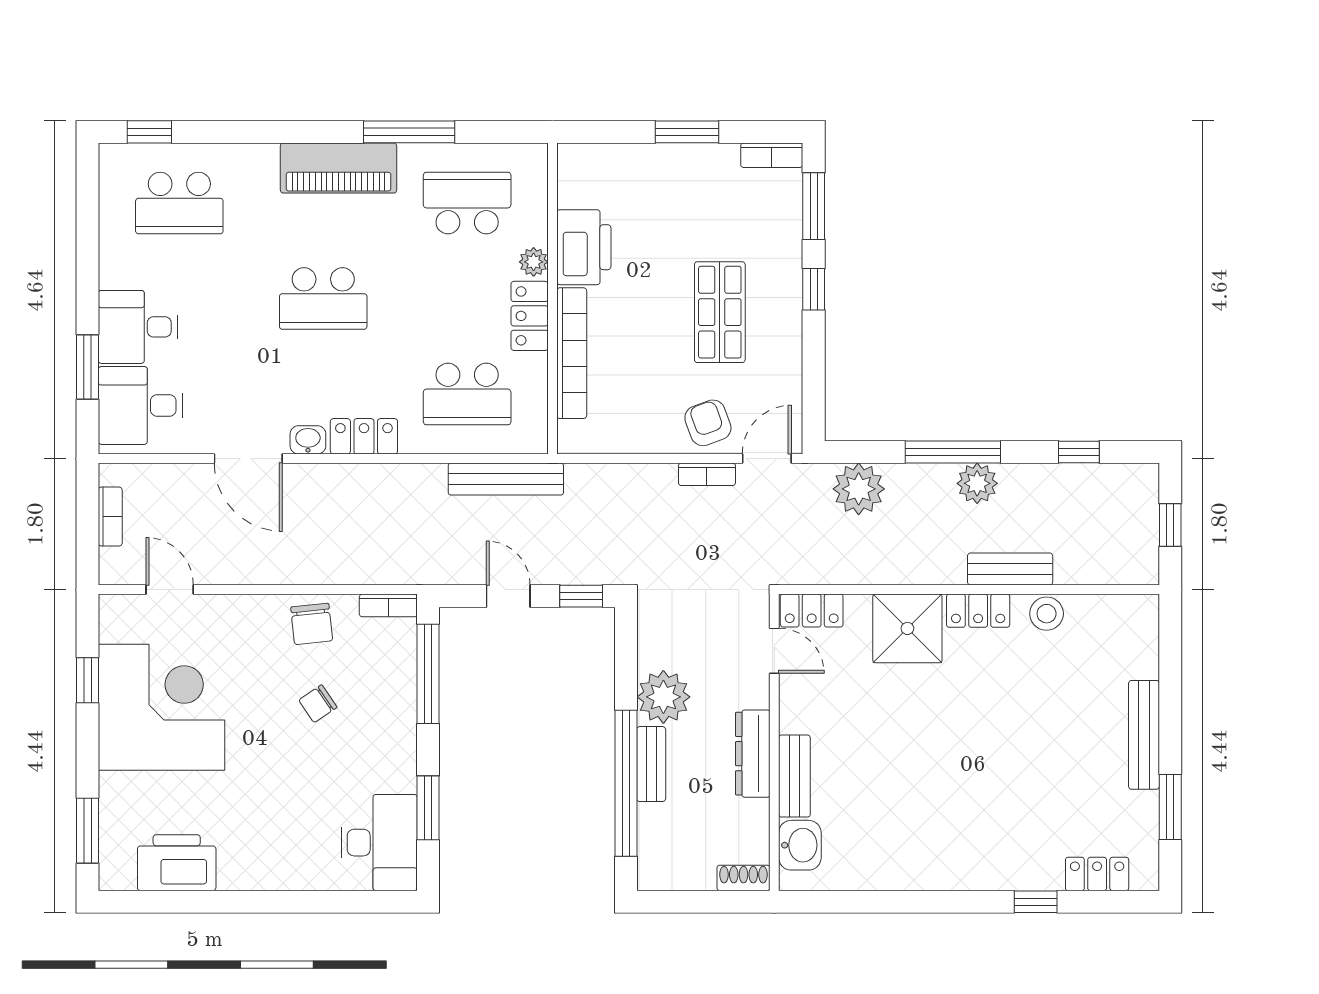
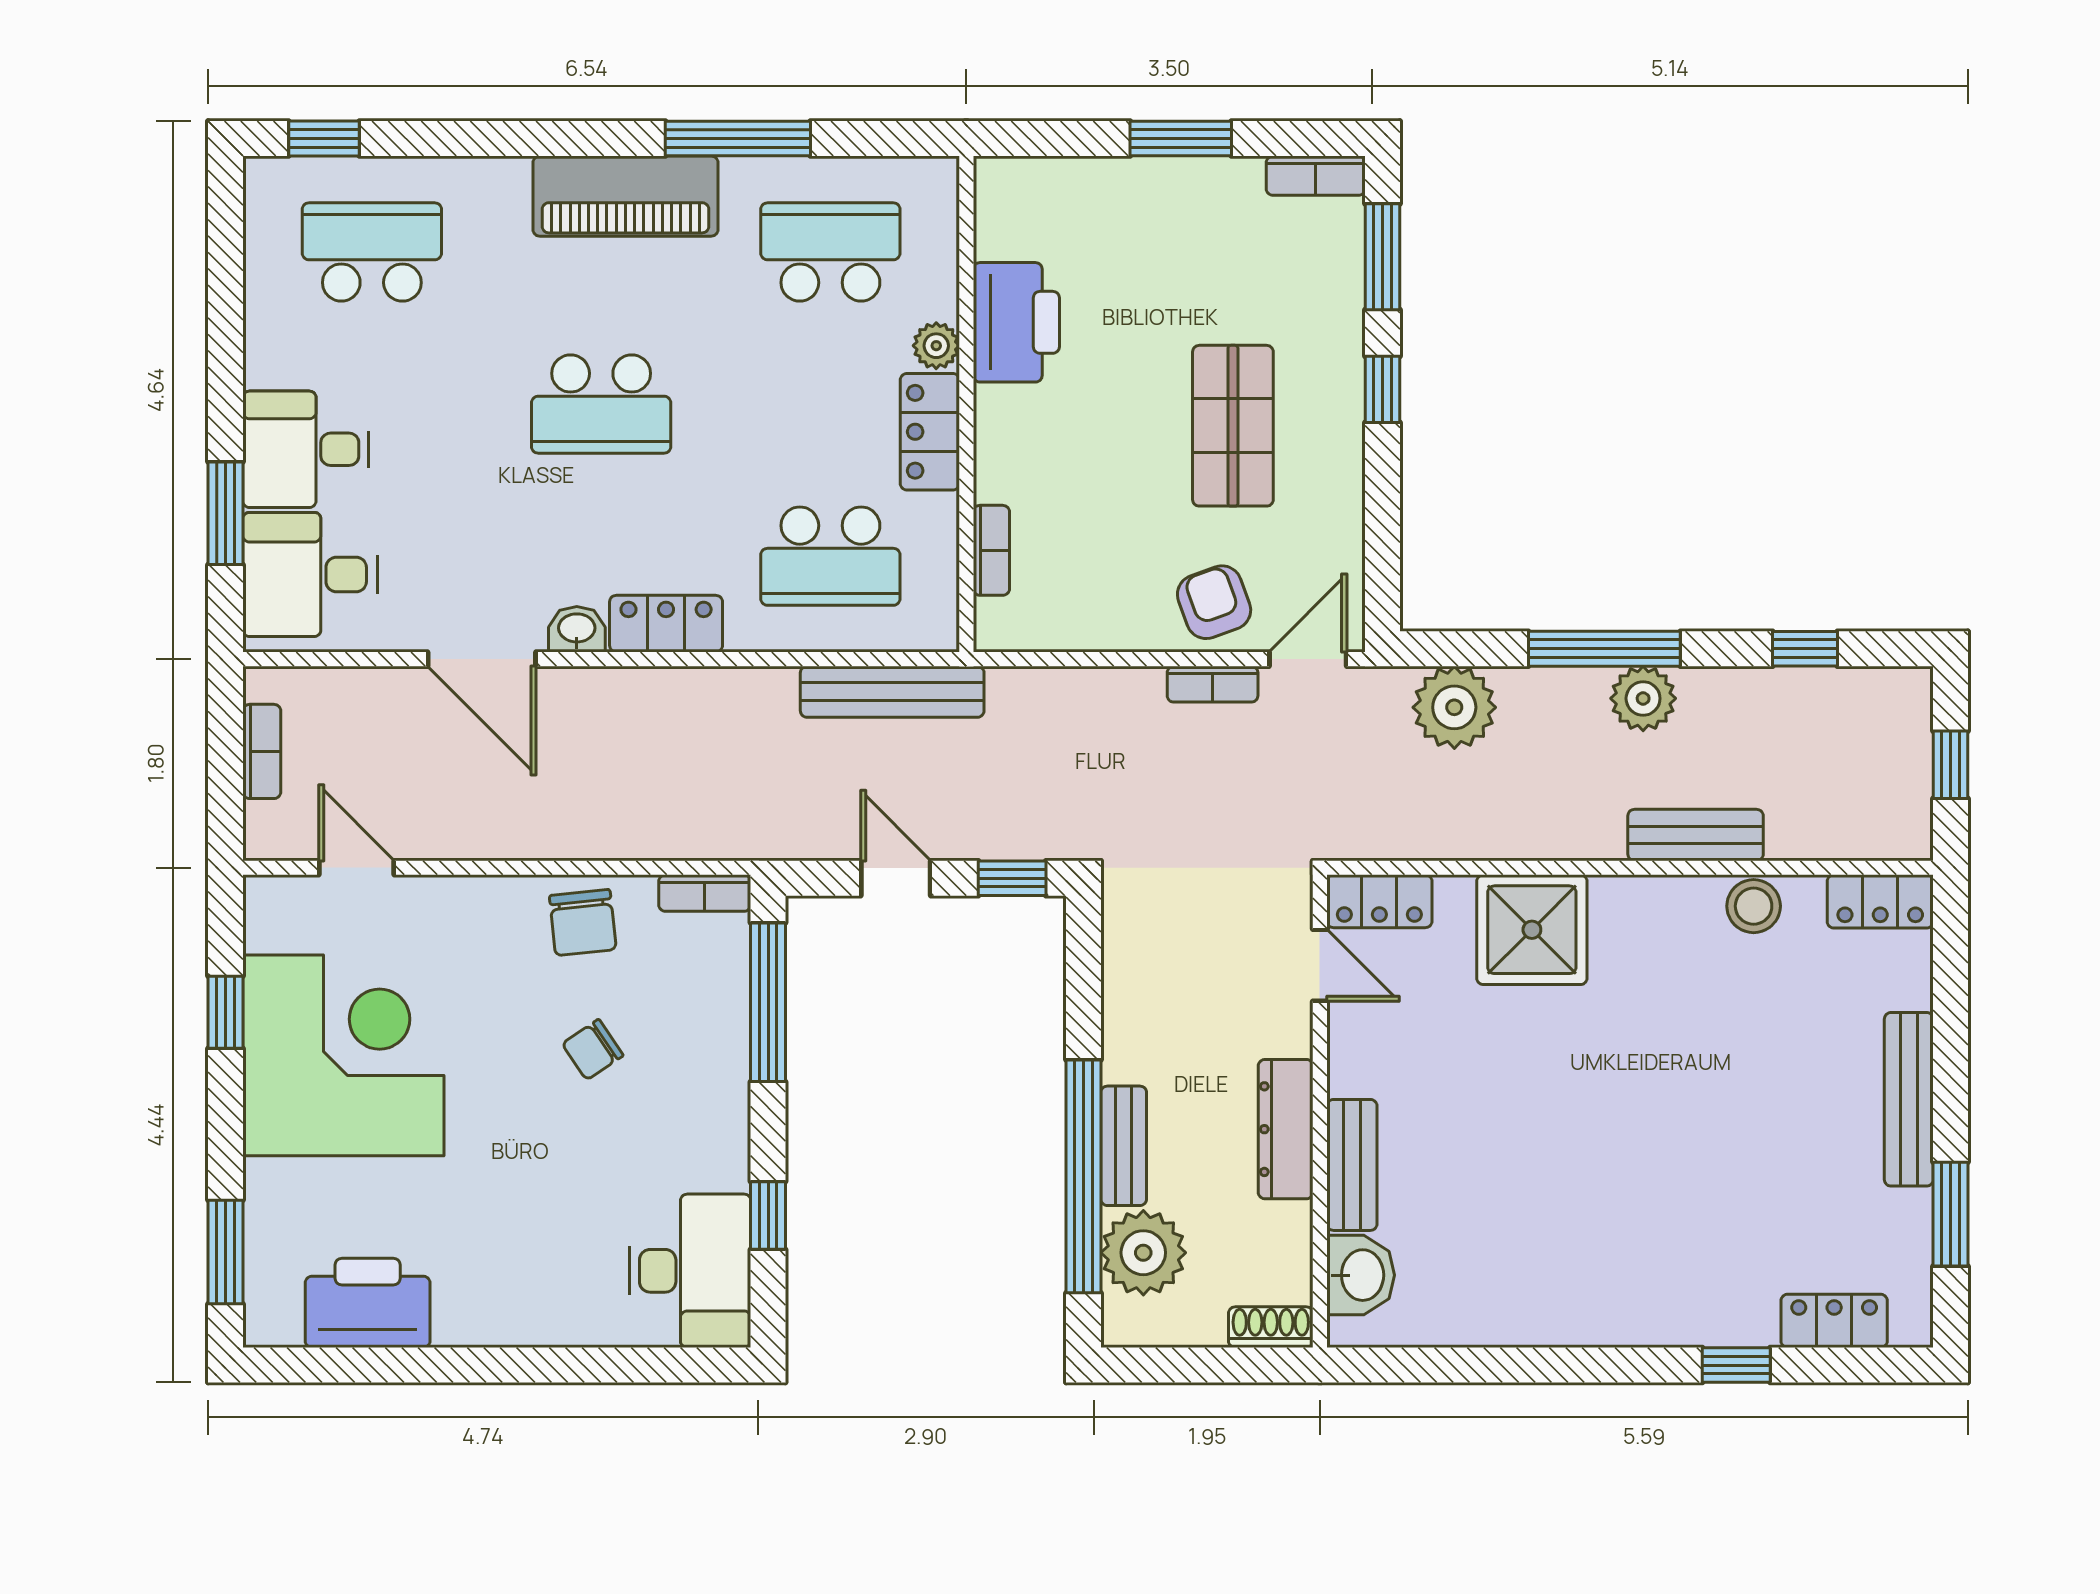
school desk: (179, 203) -> (372, 252), turned 180
bookcase: (572, 353) -> (991, 550), width x0.43, depth x0.76
locker: (978, 611) -> (1880, 901), moved
plant: (663, 697) -> (1143, 1253), moved
window: (428, 808) -> (768, 1216), width x0.67

